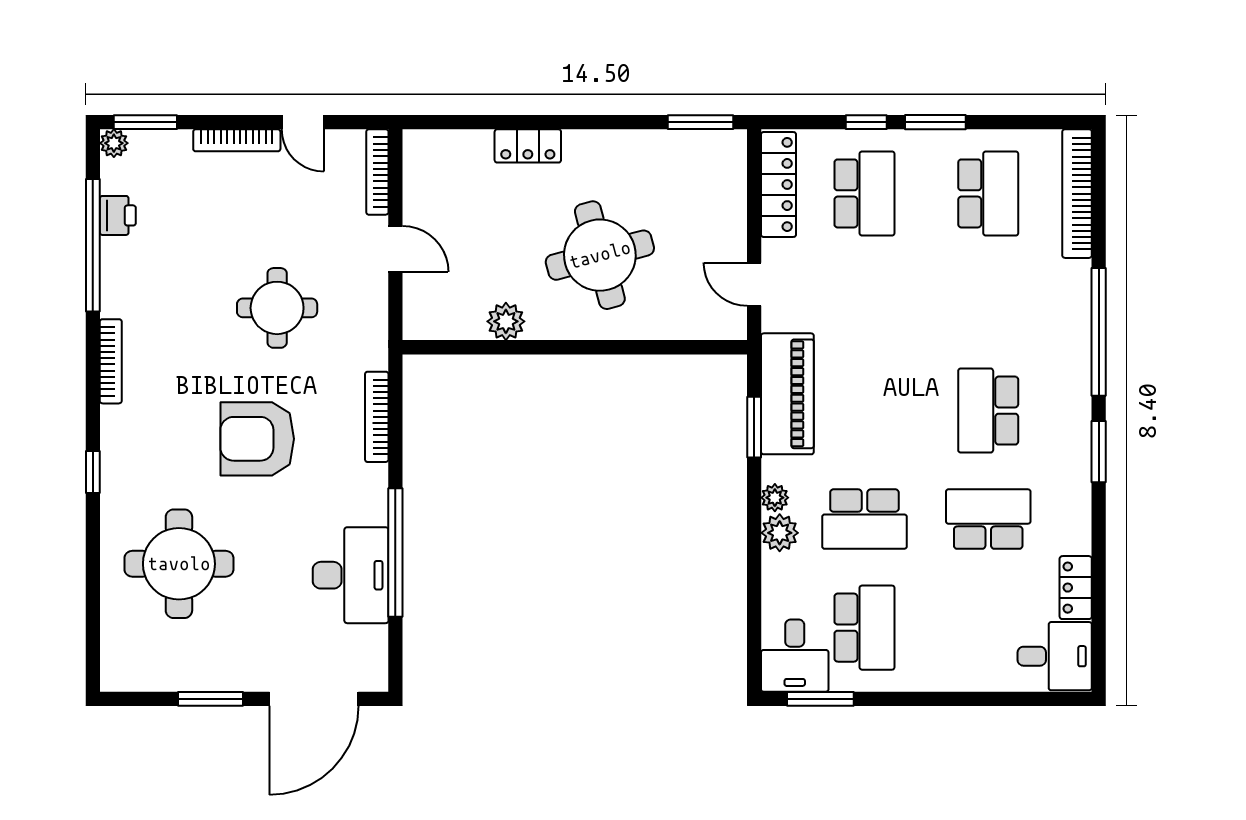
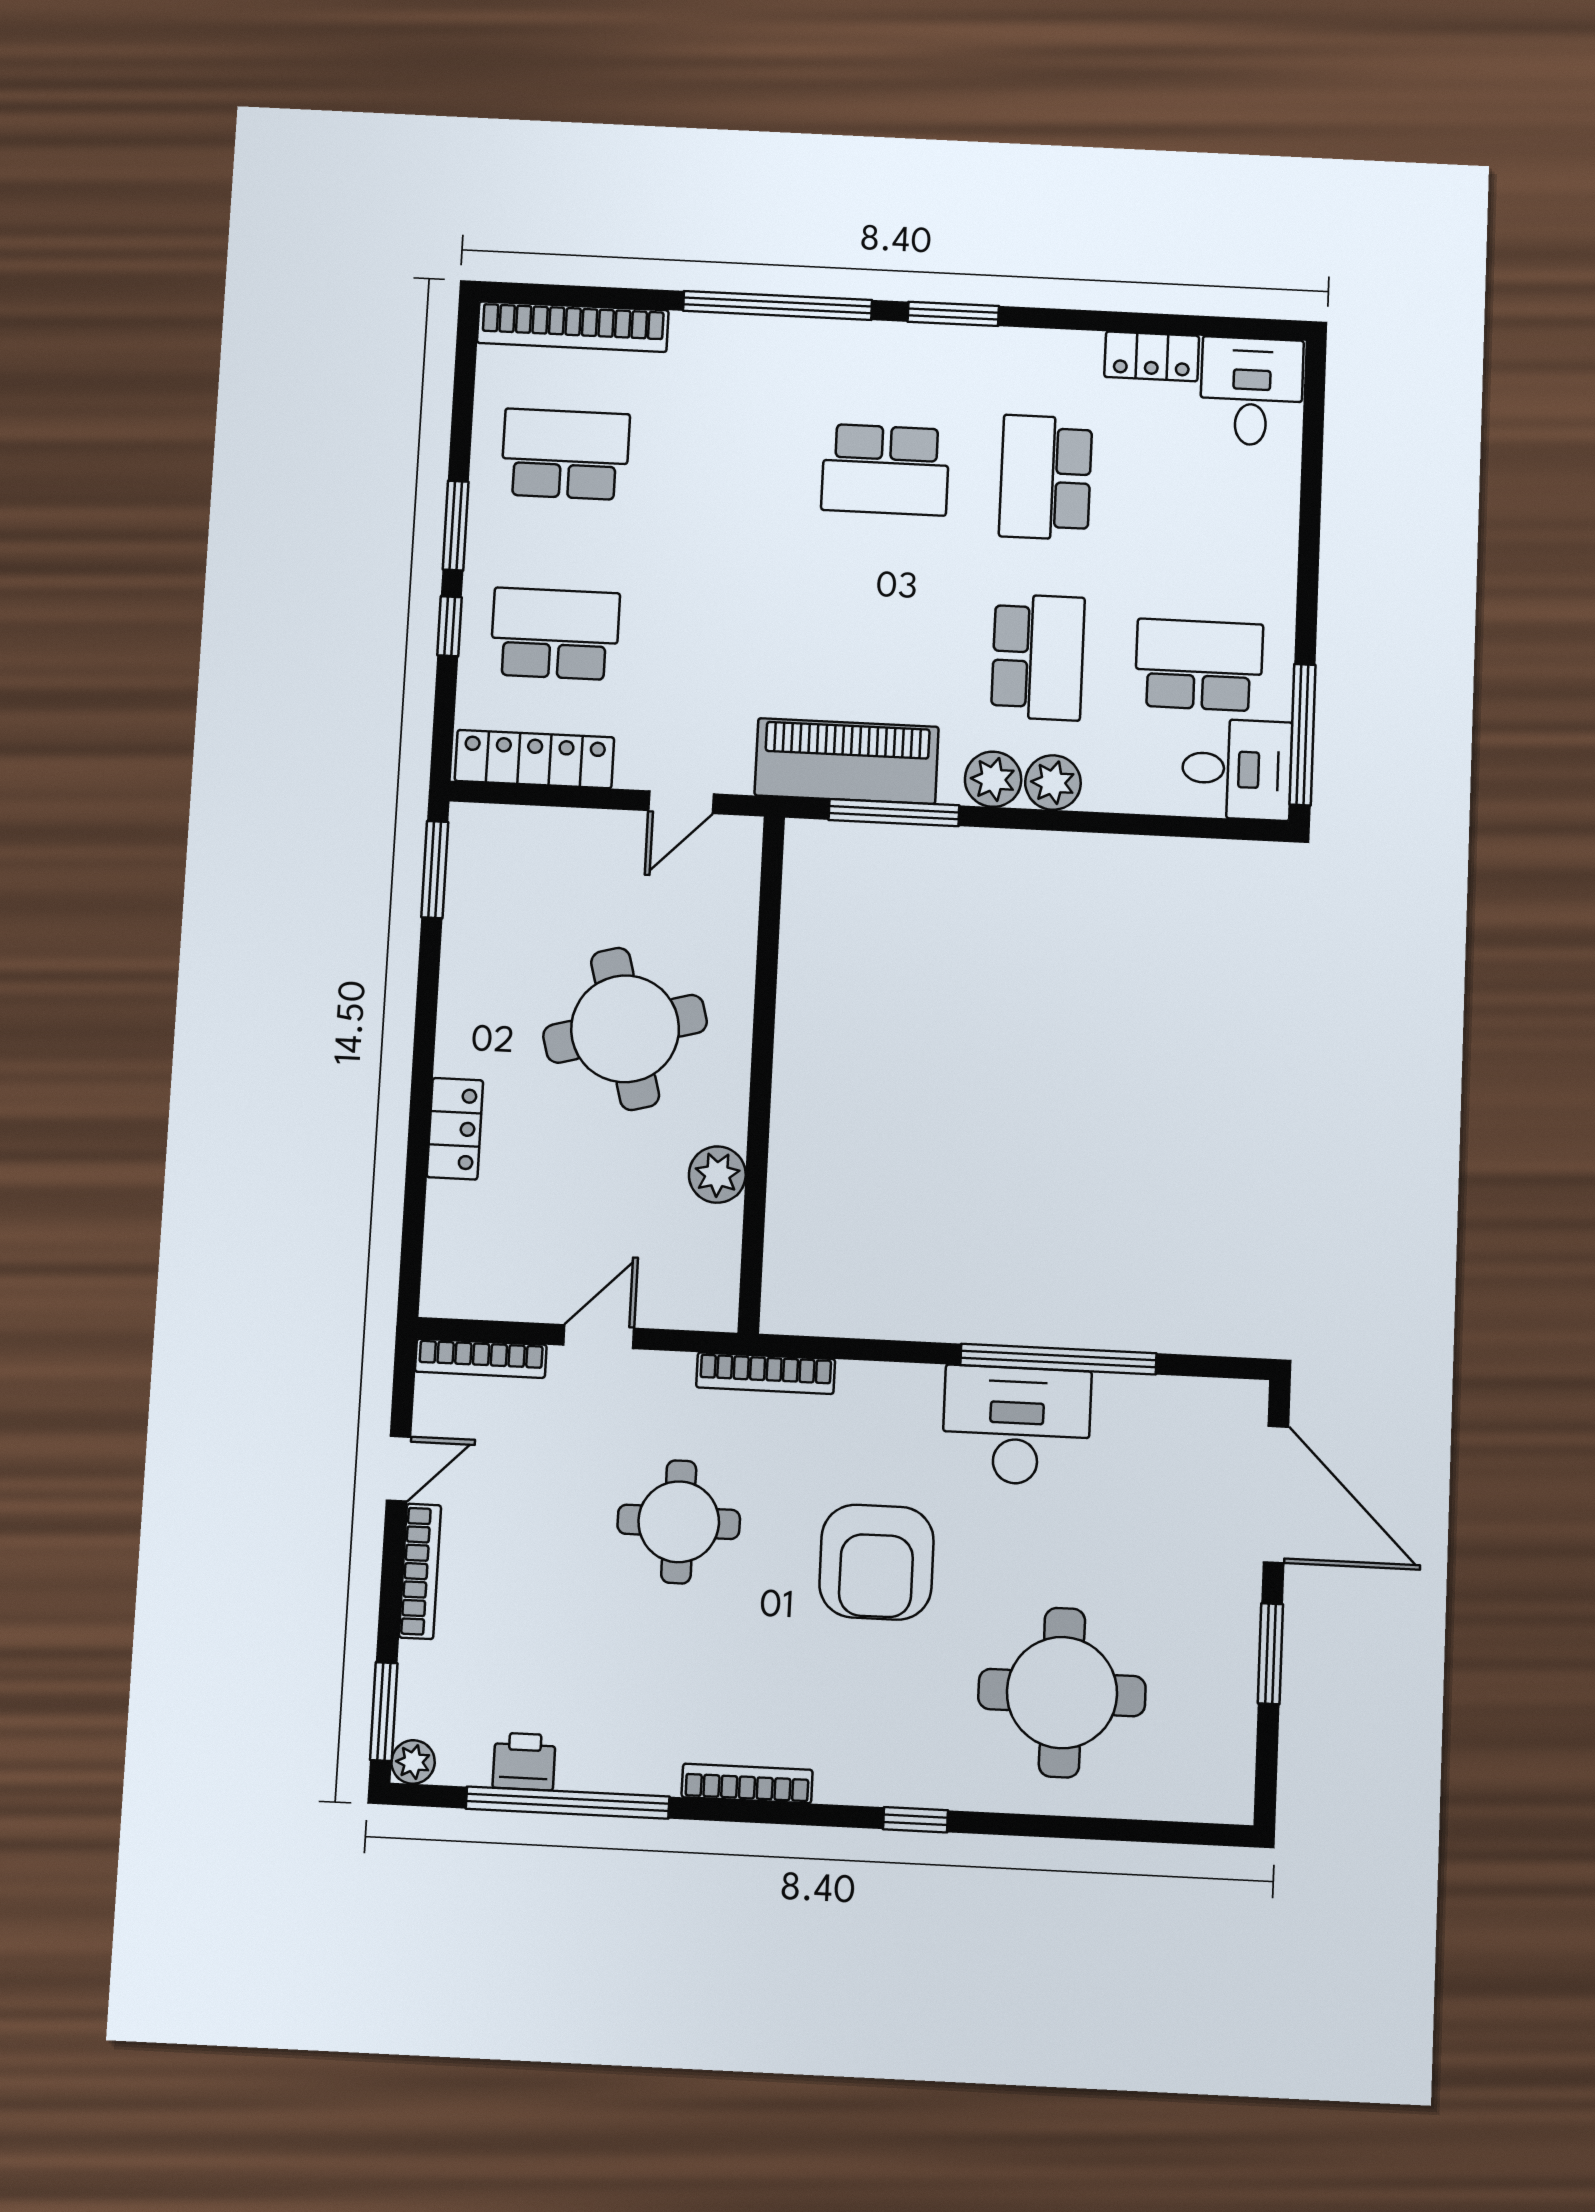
bookcase: (377, 417) -> (766, 1373), moved
window: (754, 427) -> (894, 813), width x1.44
plant: (775, 498) -> (993, 779), width x1.38, depth x1.38
desk: (351, 575) -> (1016, 1426), moved
window: (820, 699) -> (1302, 735), width x1.44

